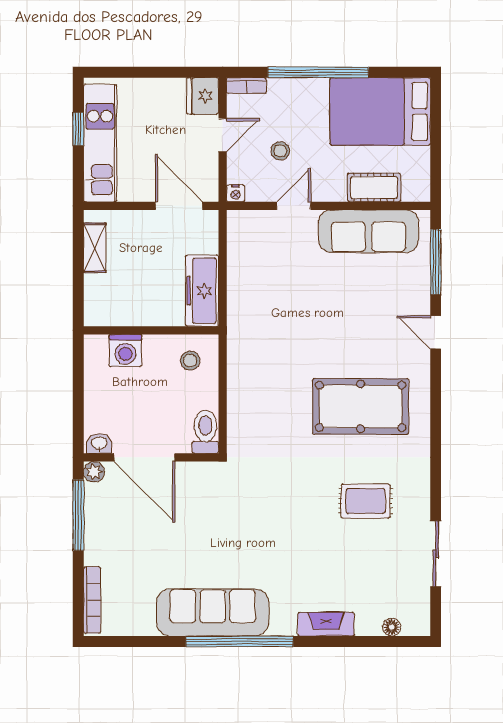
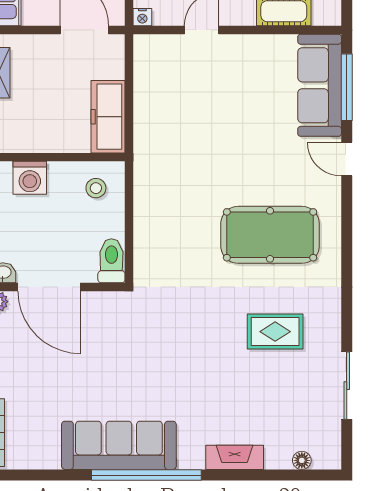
sofa: (368, 231) -> (320, 85), moved, turned 90

